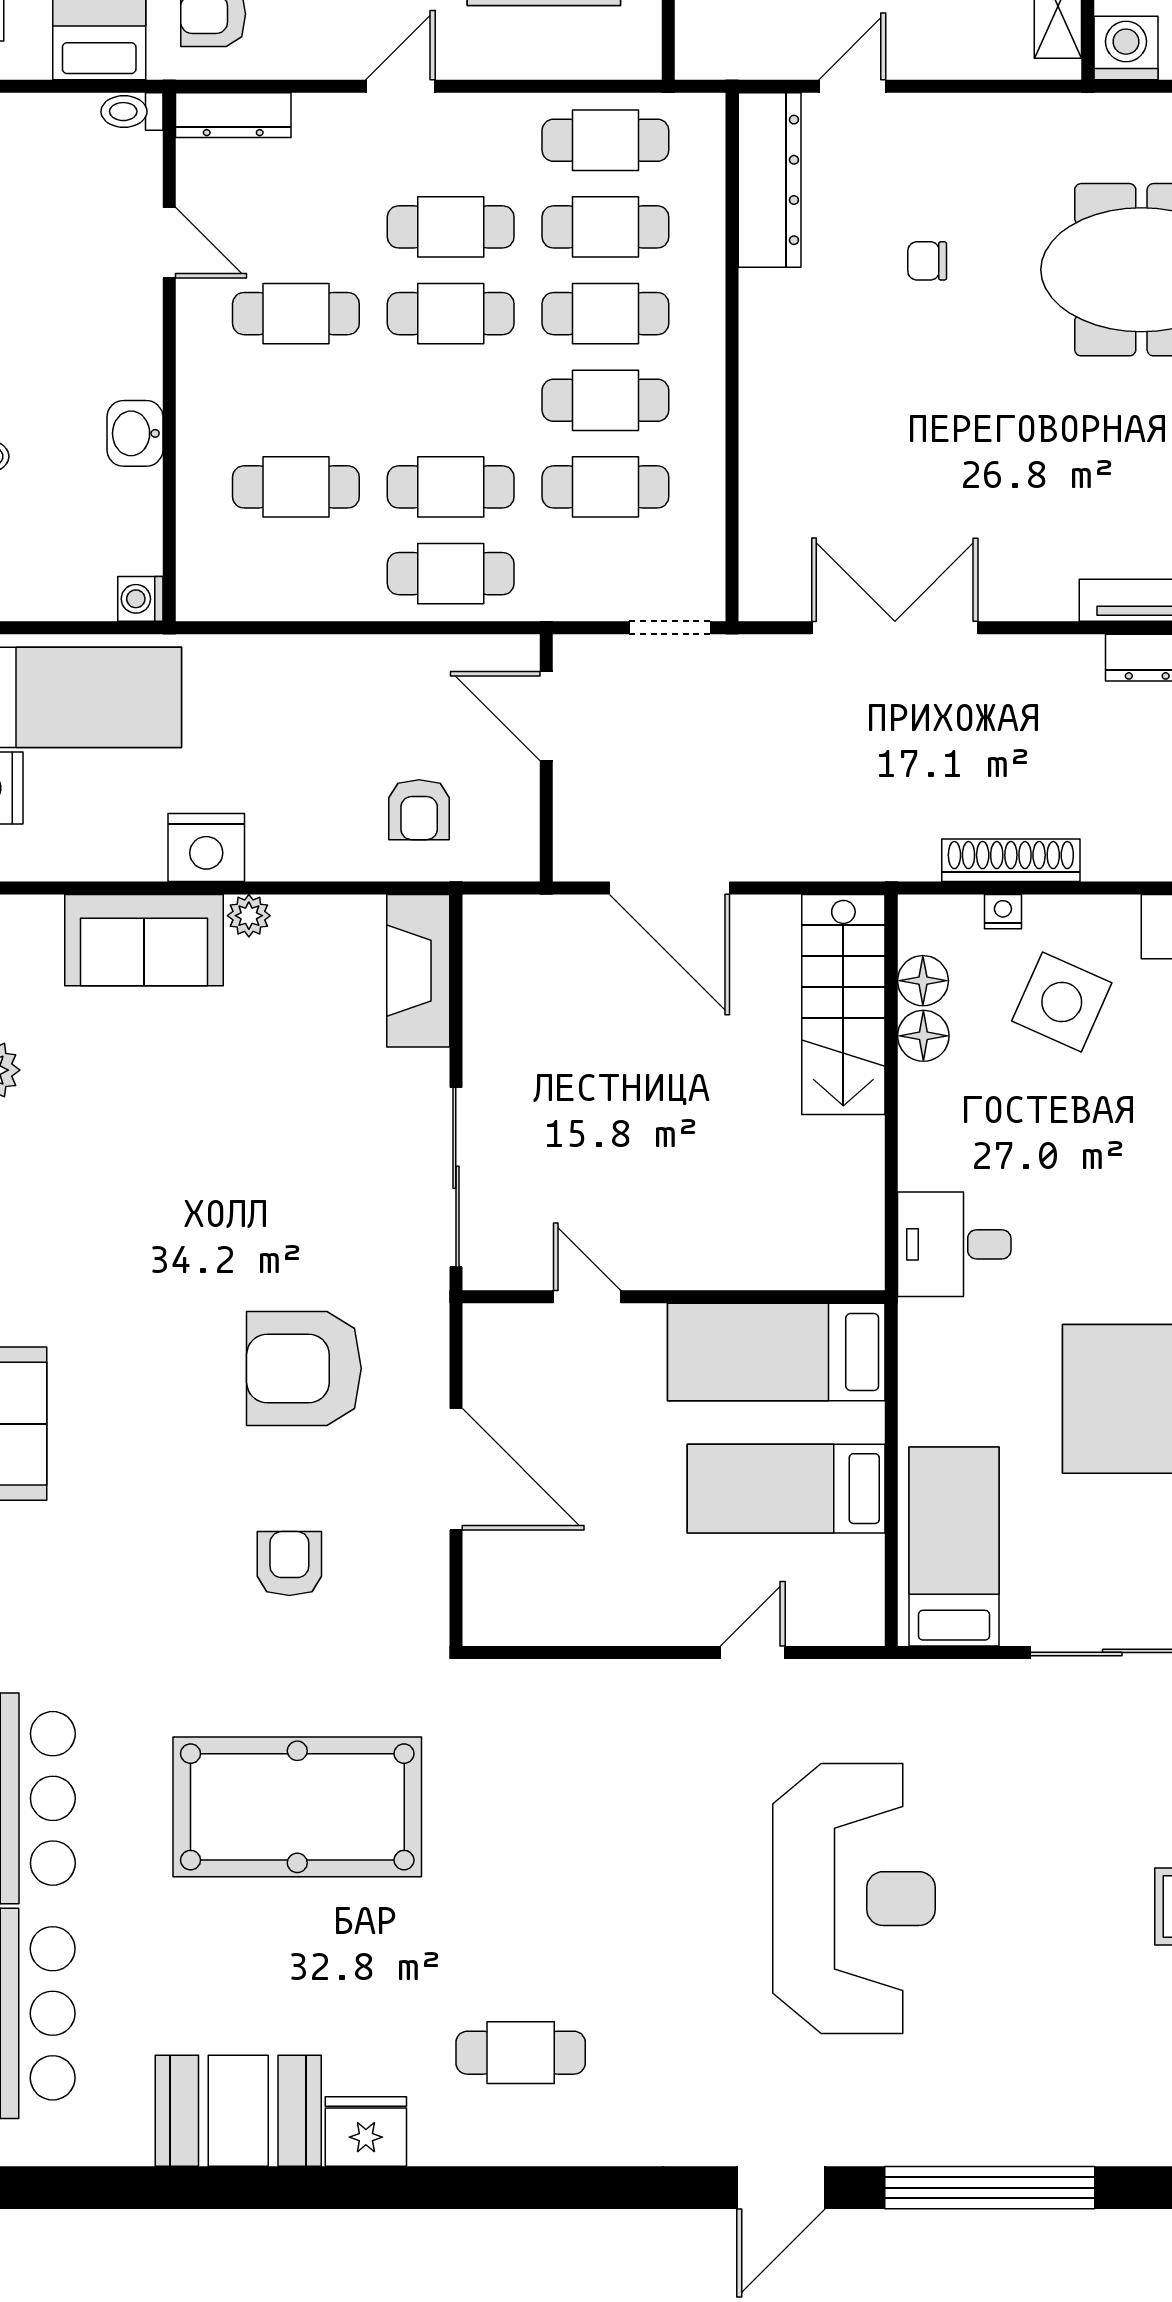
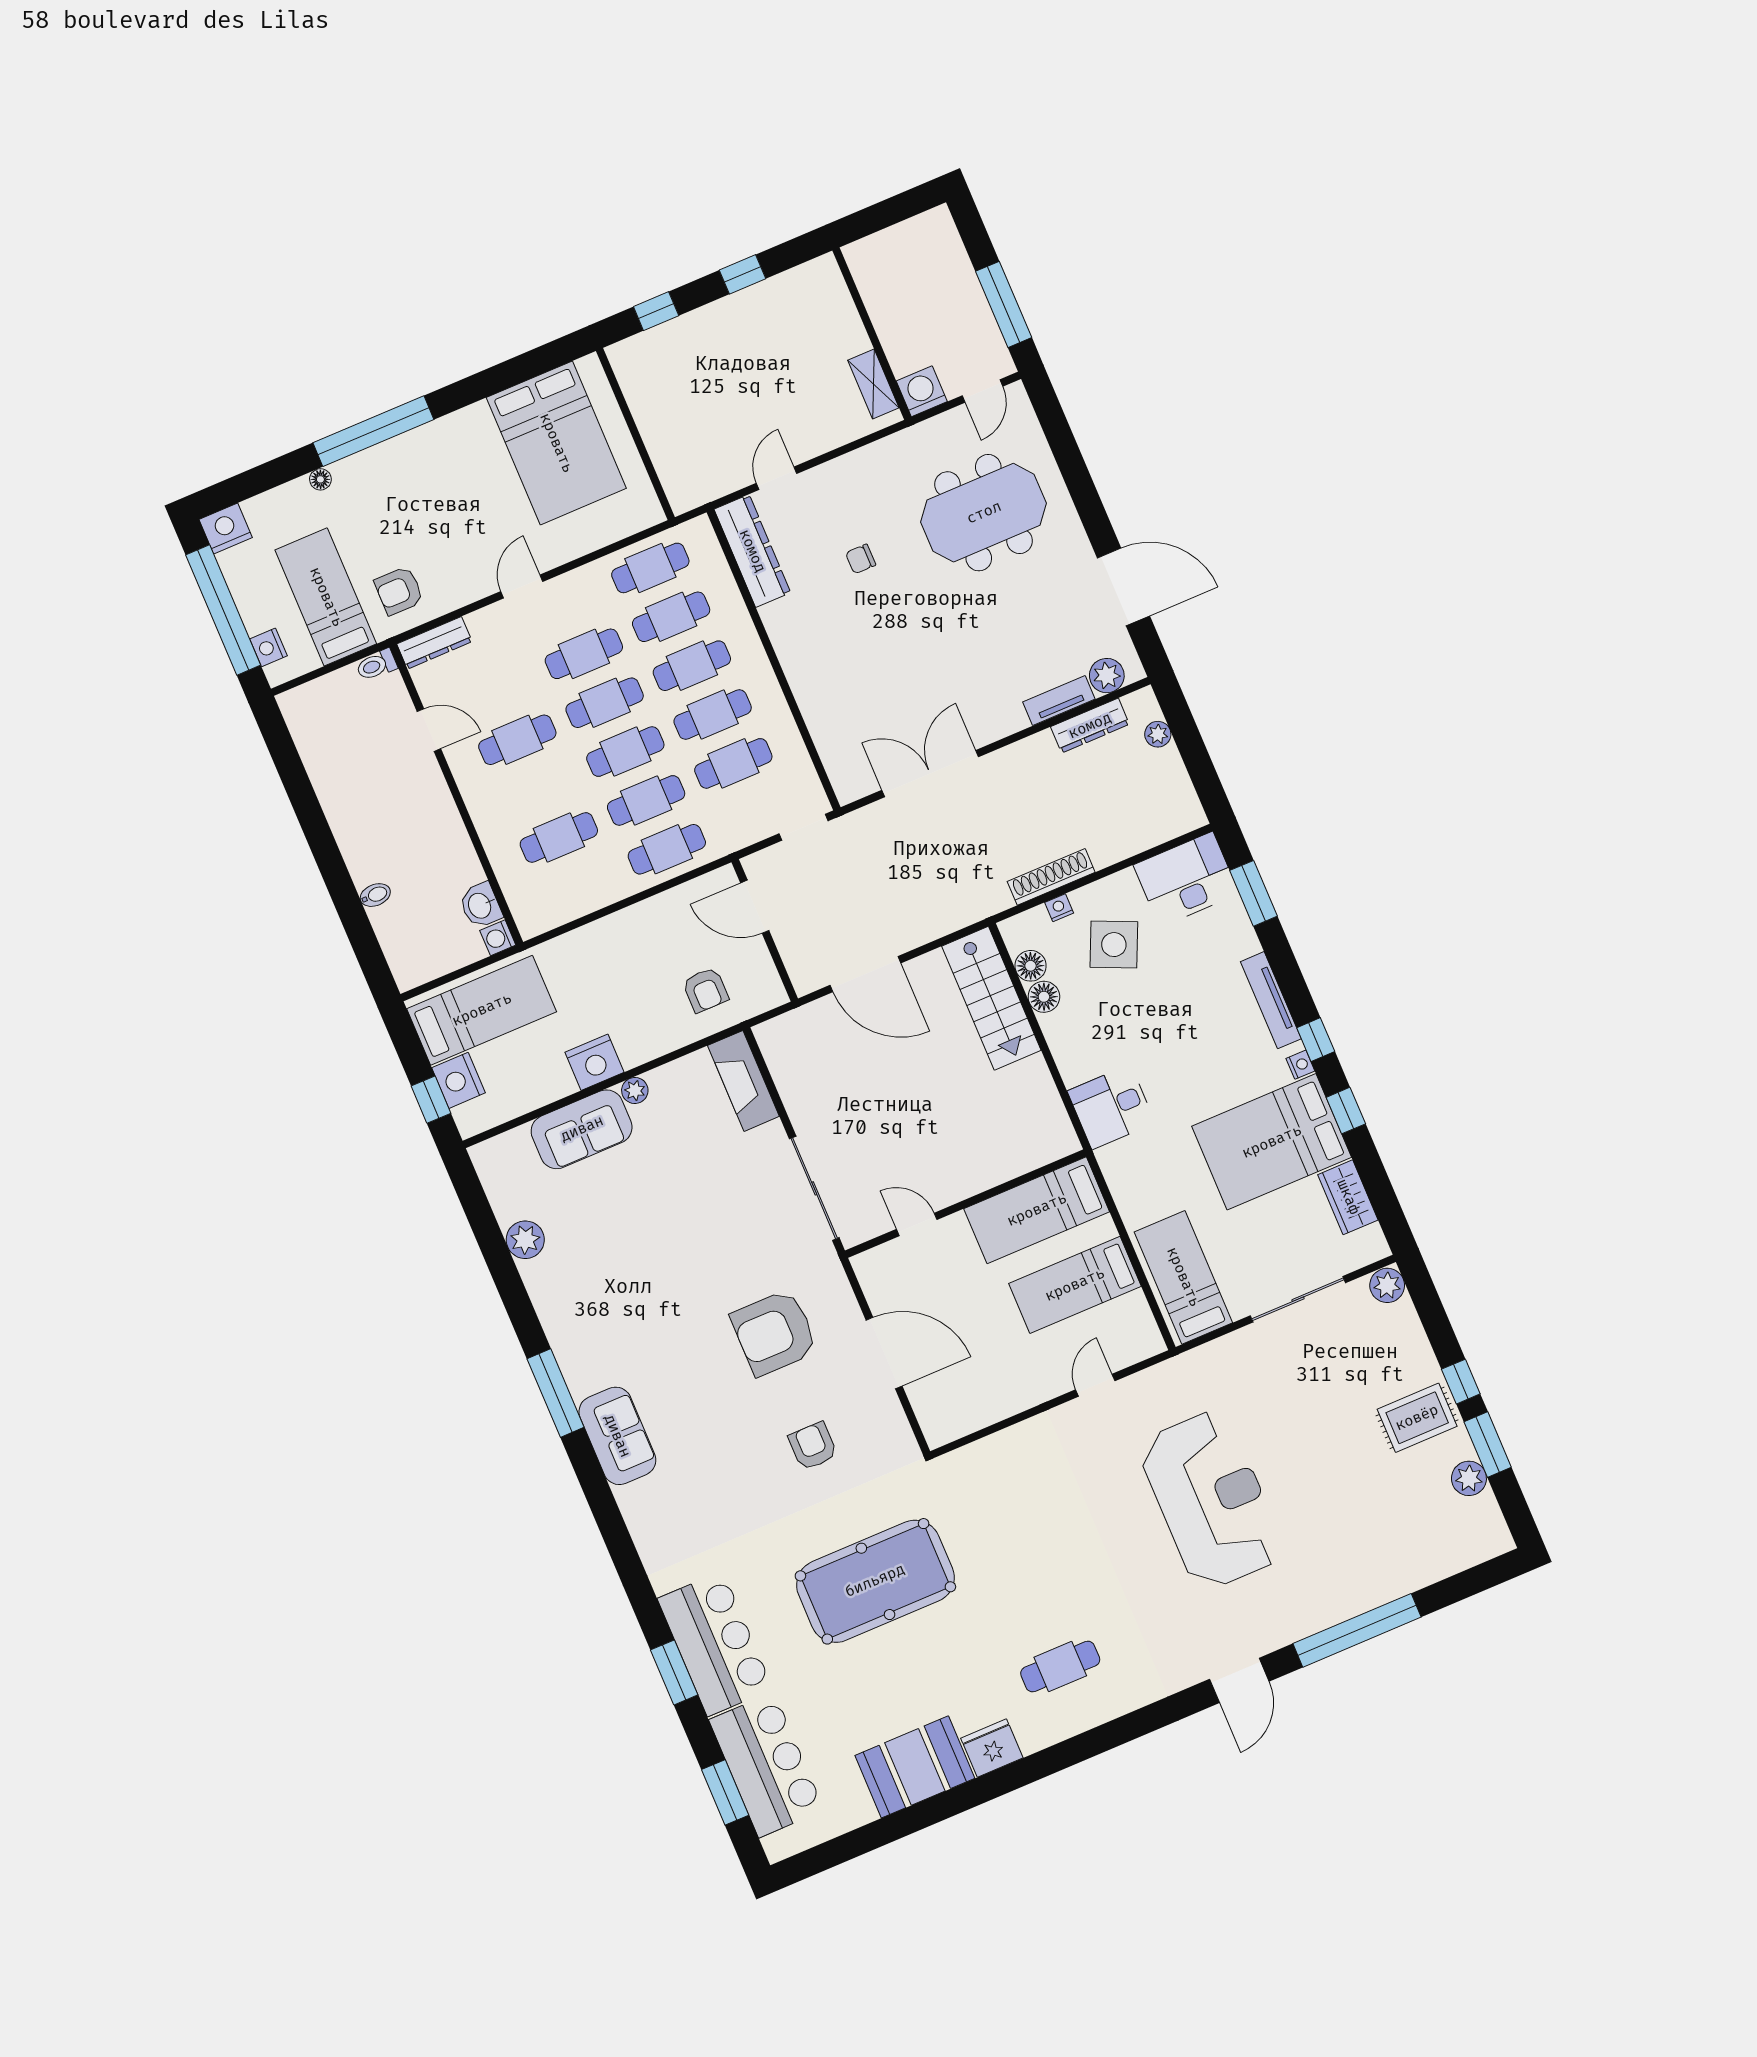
cafe table: (451, 400) -> (625, 752), added
washbasin: (135, 433) -> (480, 905), moved

